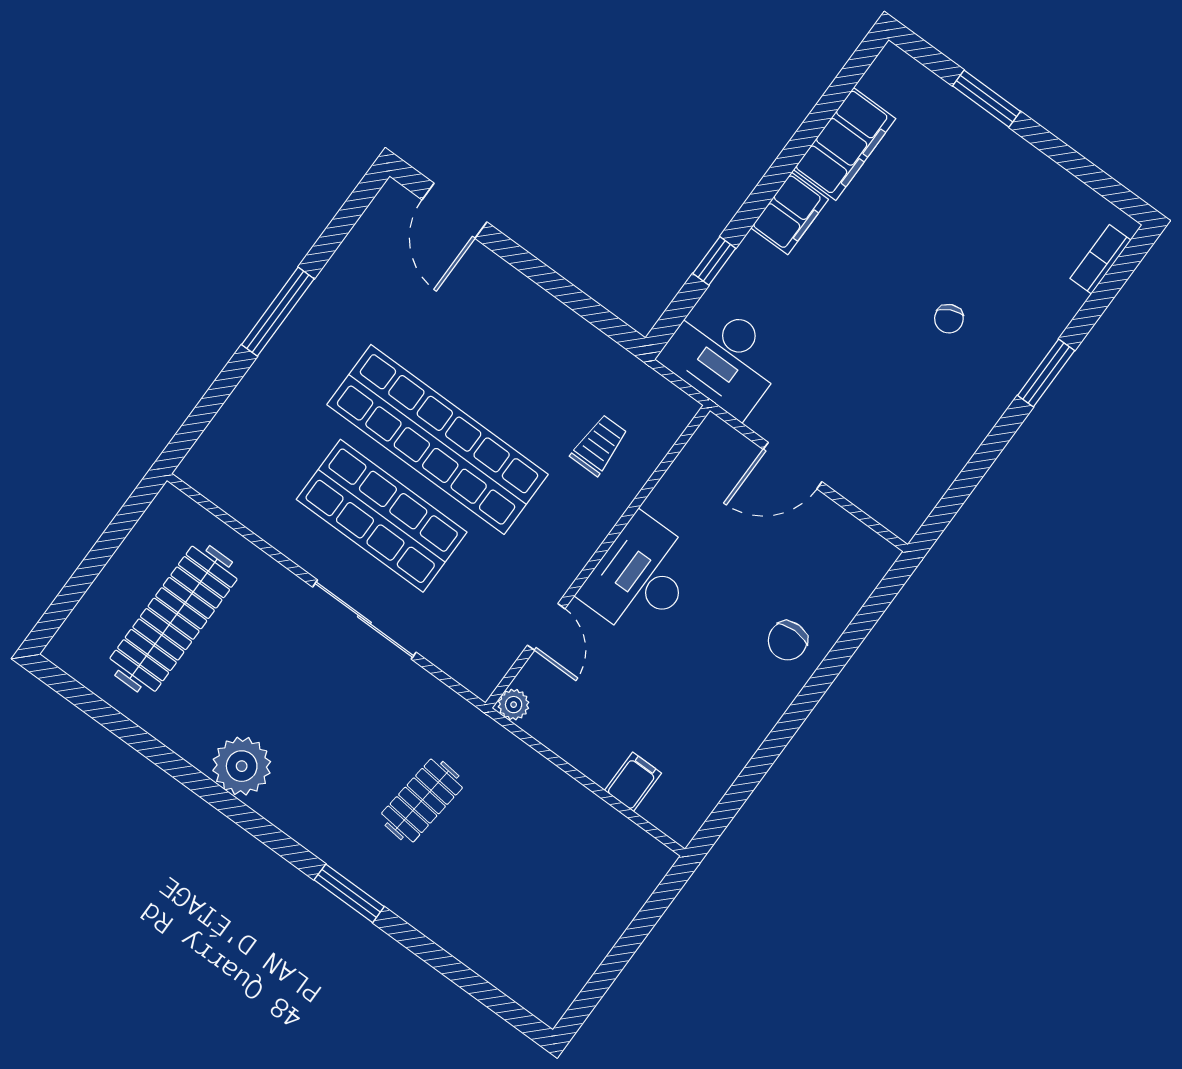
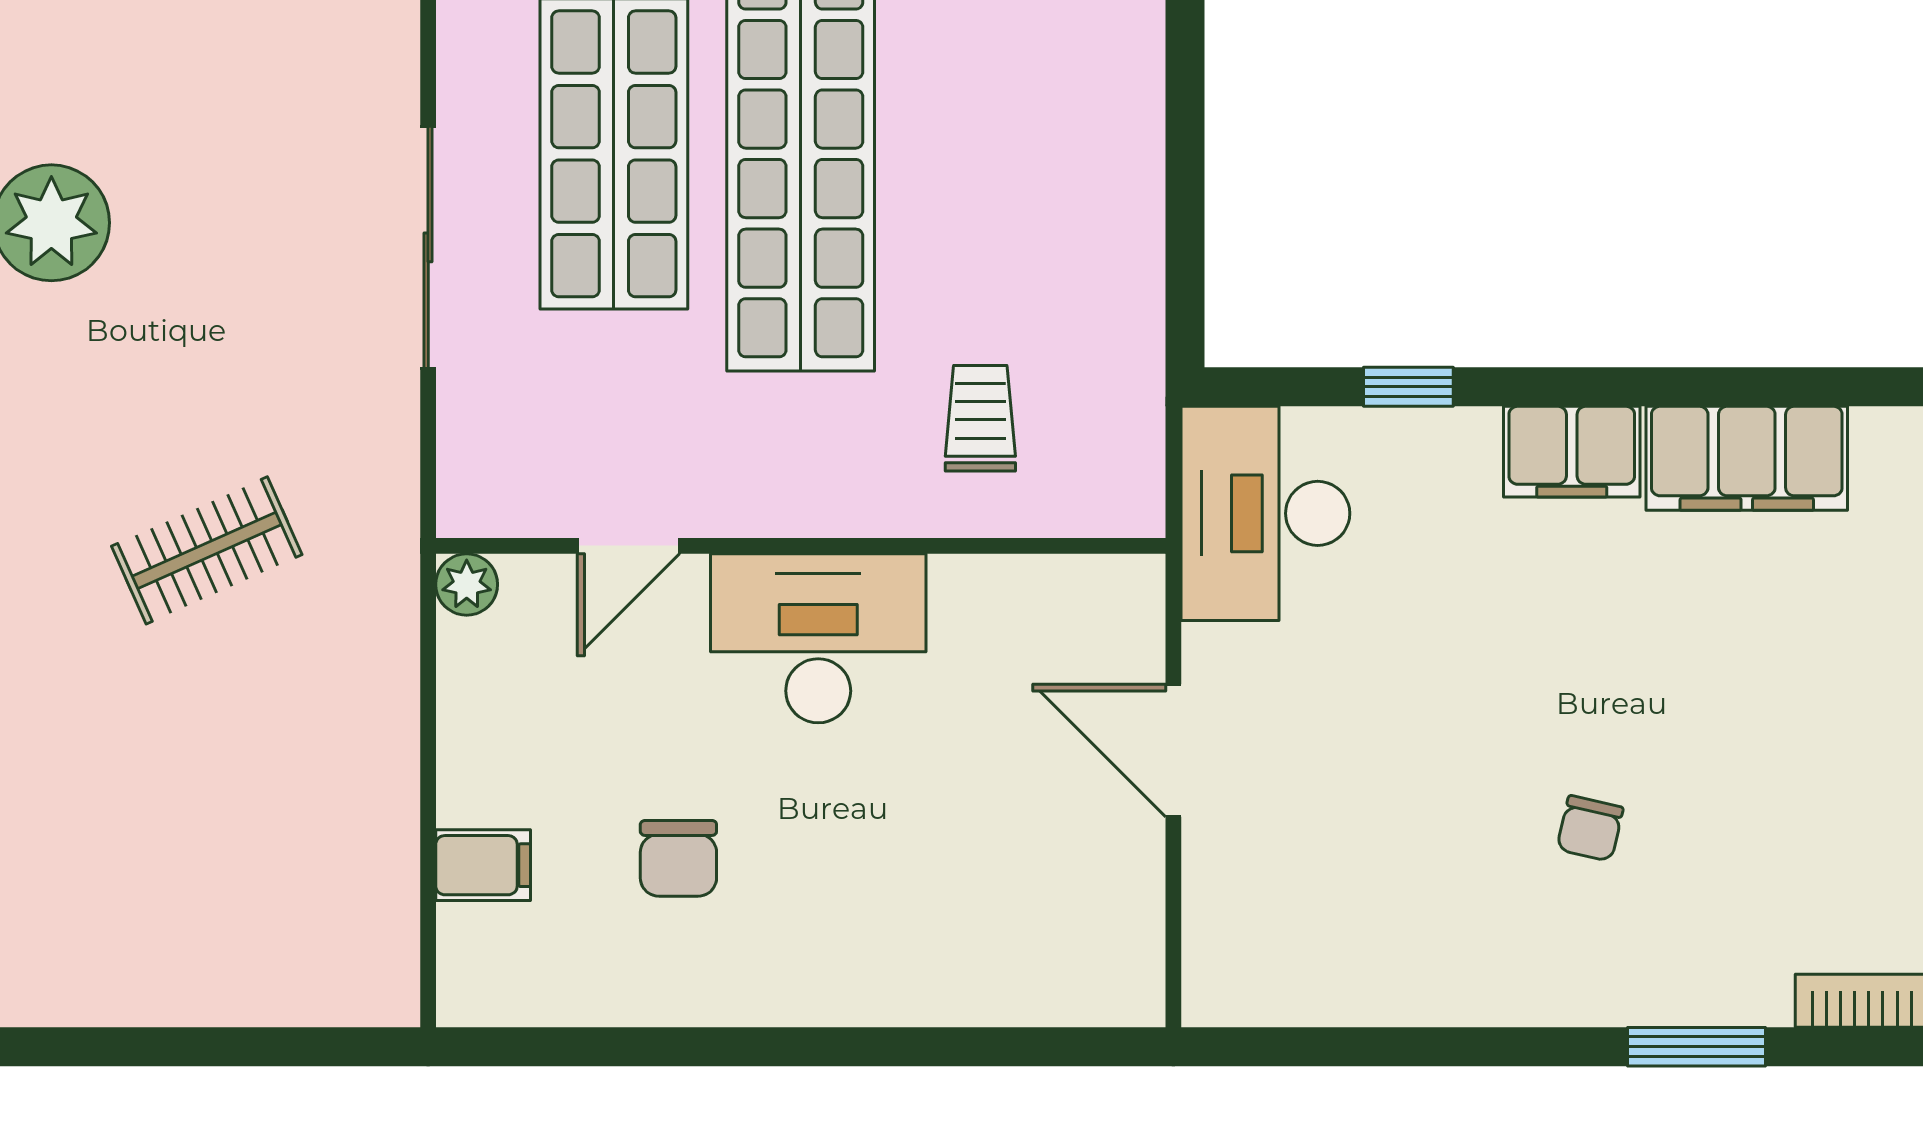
chair: (949, 319) -> (1590, 828), turned -52
window: (1046, 373) -> (1696, 1047), moved
trolley: (599, 445) -> (980, 418), turned -90
chair: (788, 641) -> (678, 858), moved, turned -90
clothes rail: (422, 801) -> (207, 550), turned -30

